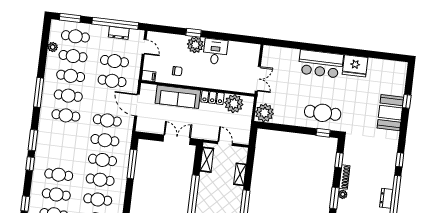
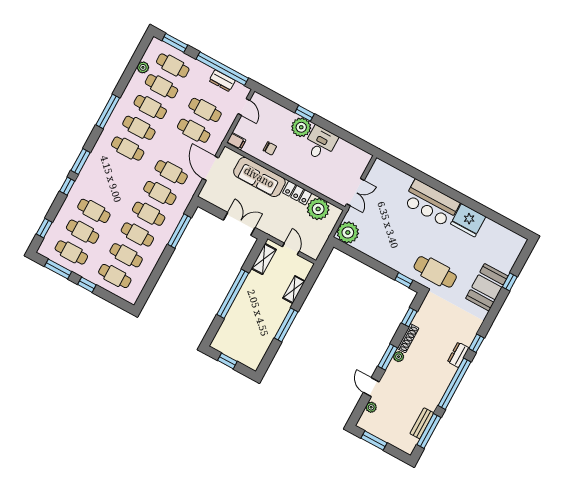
cafe table: (323, 113) -> (435, 272), moved
dresser: (386, 198) -> (458, 355), moved

